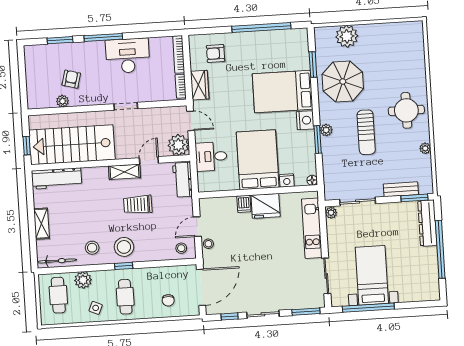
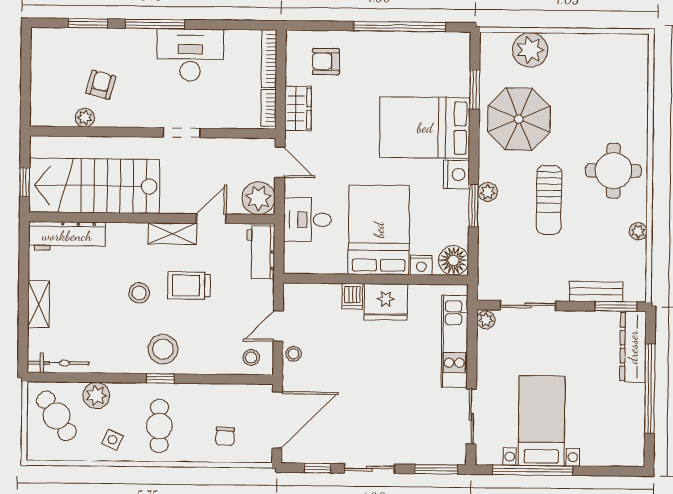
floor lamp: (312, 180) -> (454, 261), width x1.89, depth x1.89
stool: (92, 248) -> (139, 293), moved
cafe table: (58, 295) -> (56, 416), turned -34

